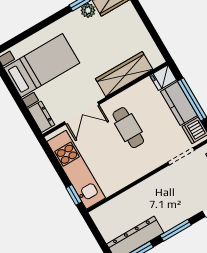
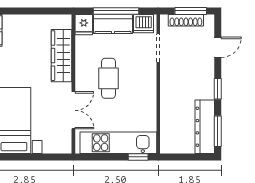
dresser: (41, 117) -> (57, 146), removed
cafe table: (128, 128) -> (109, 78), turned 90
window: (176, 230) -> (218, 89), width x0.67

